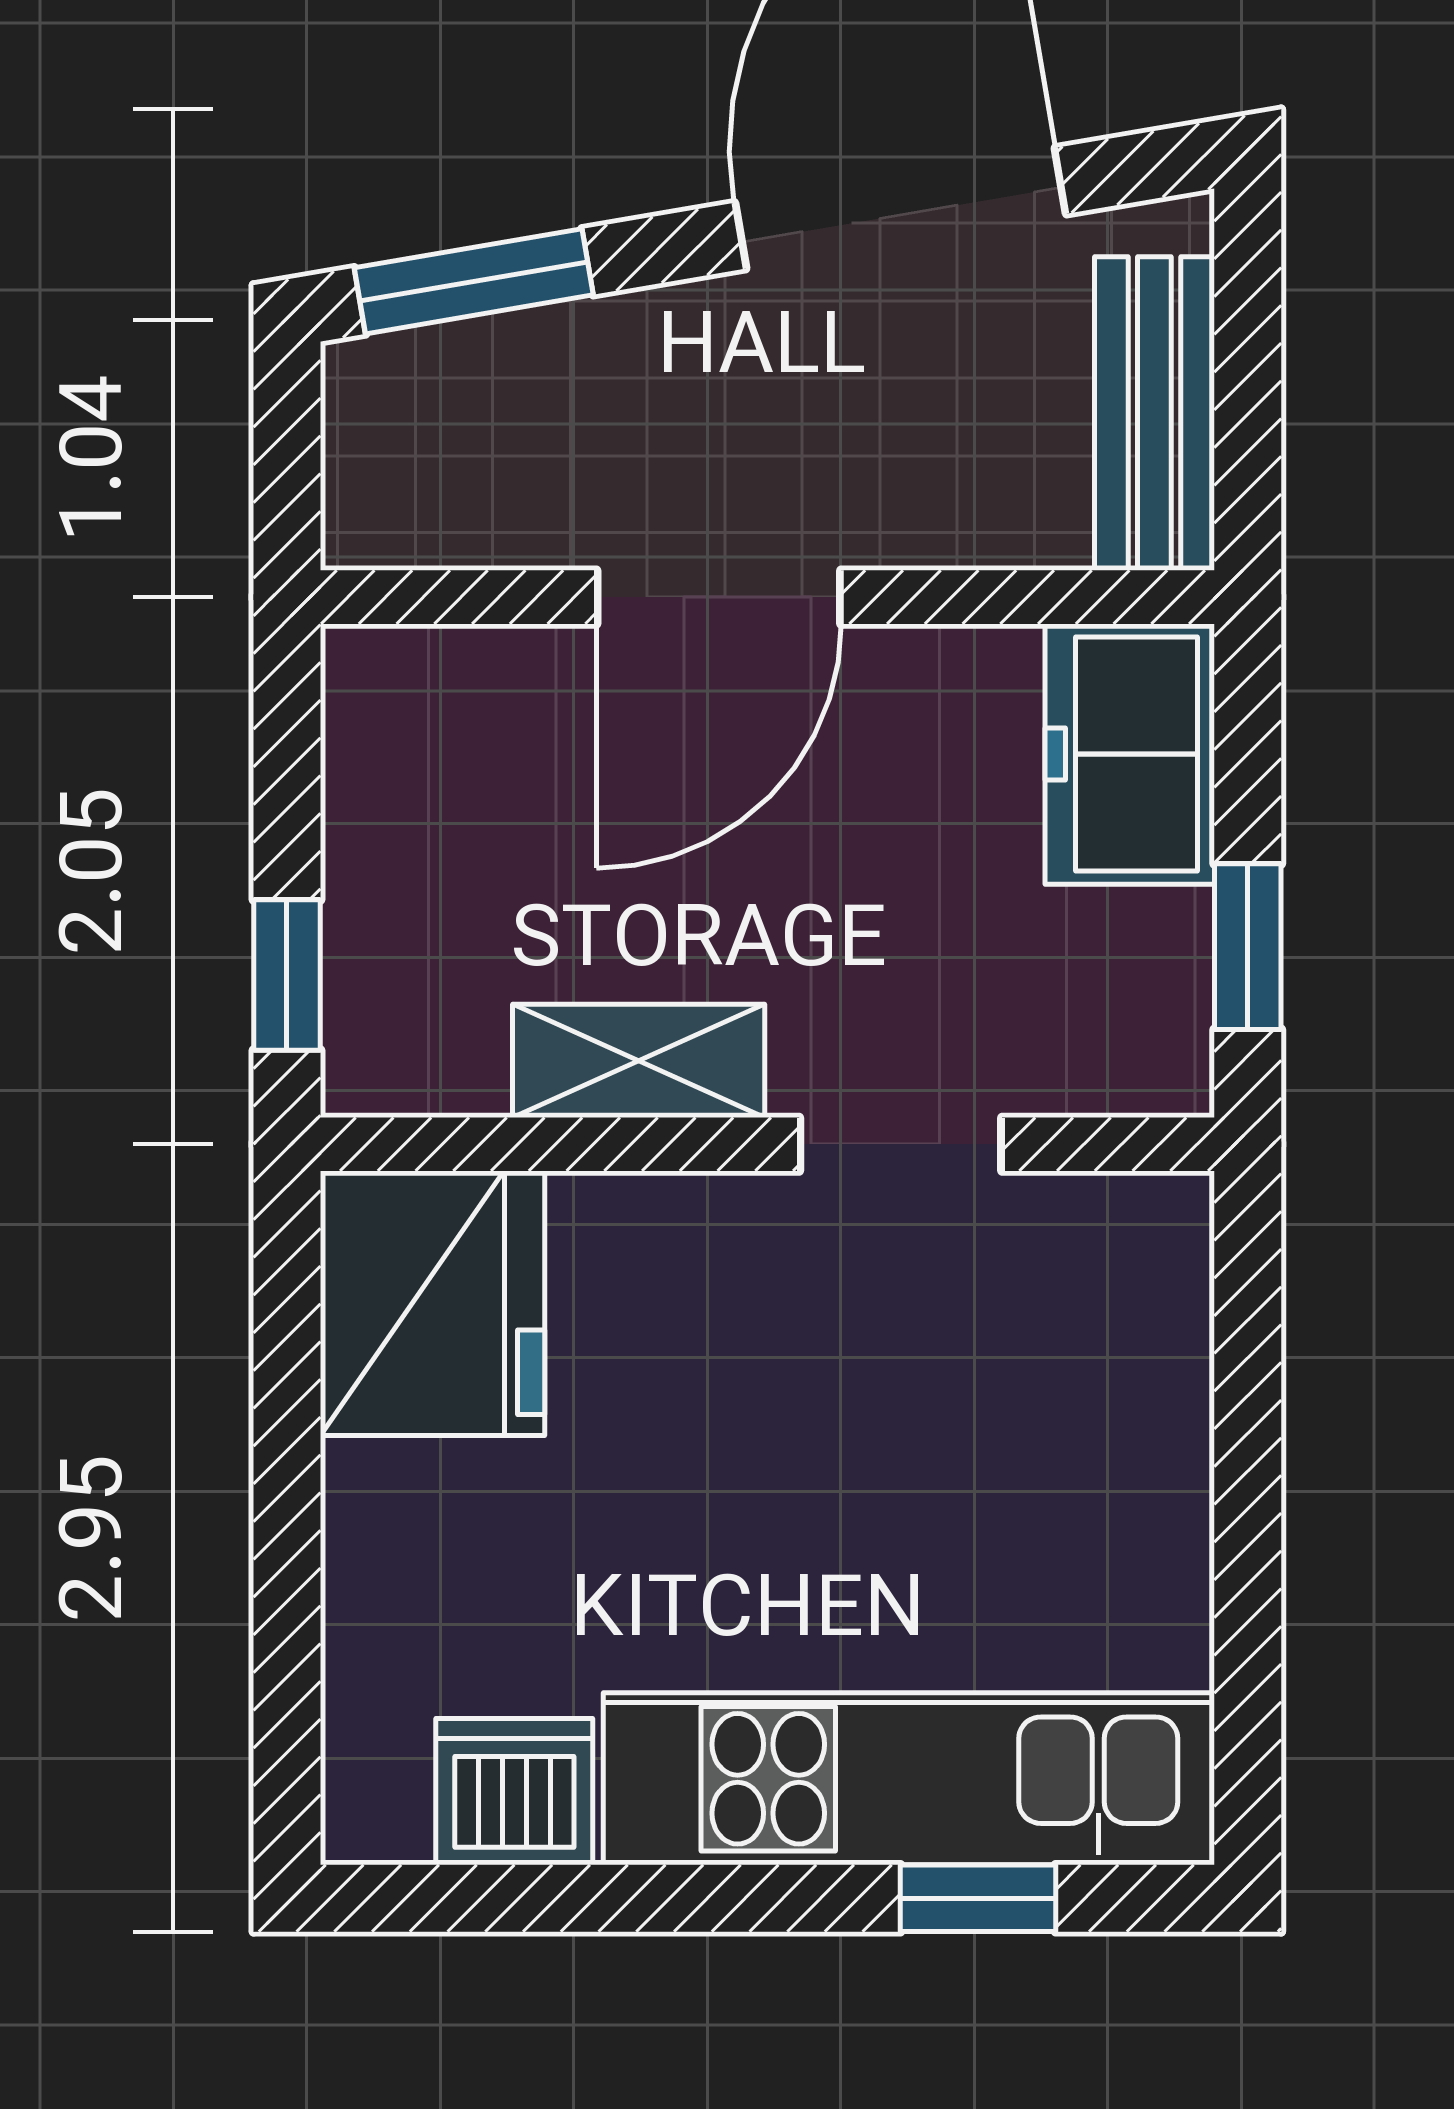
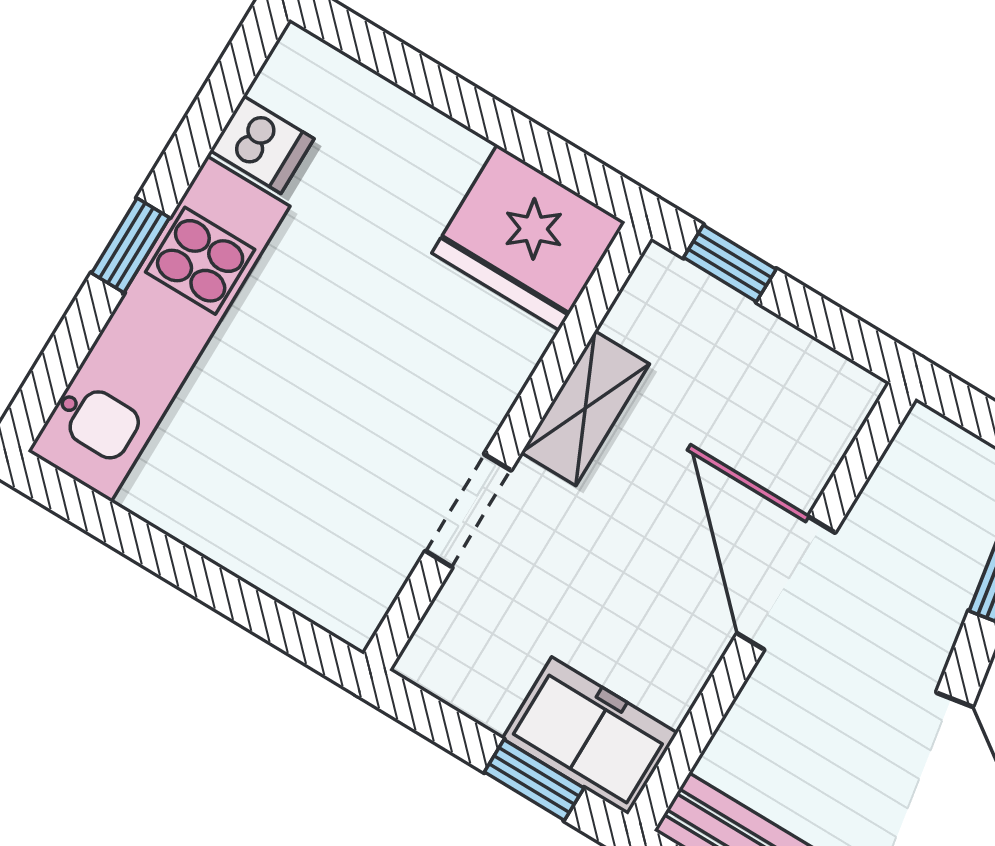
window: (1248, 947) -> (534, 780), moved
dishwasher: (514, 1792) -> (262, 145), width x0.73
window: (978, 1898) -> (131, 245), moved

